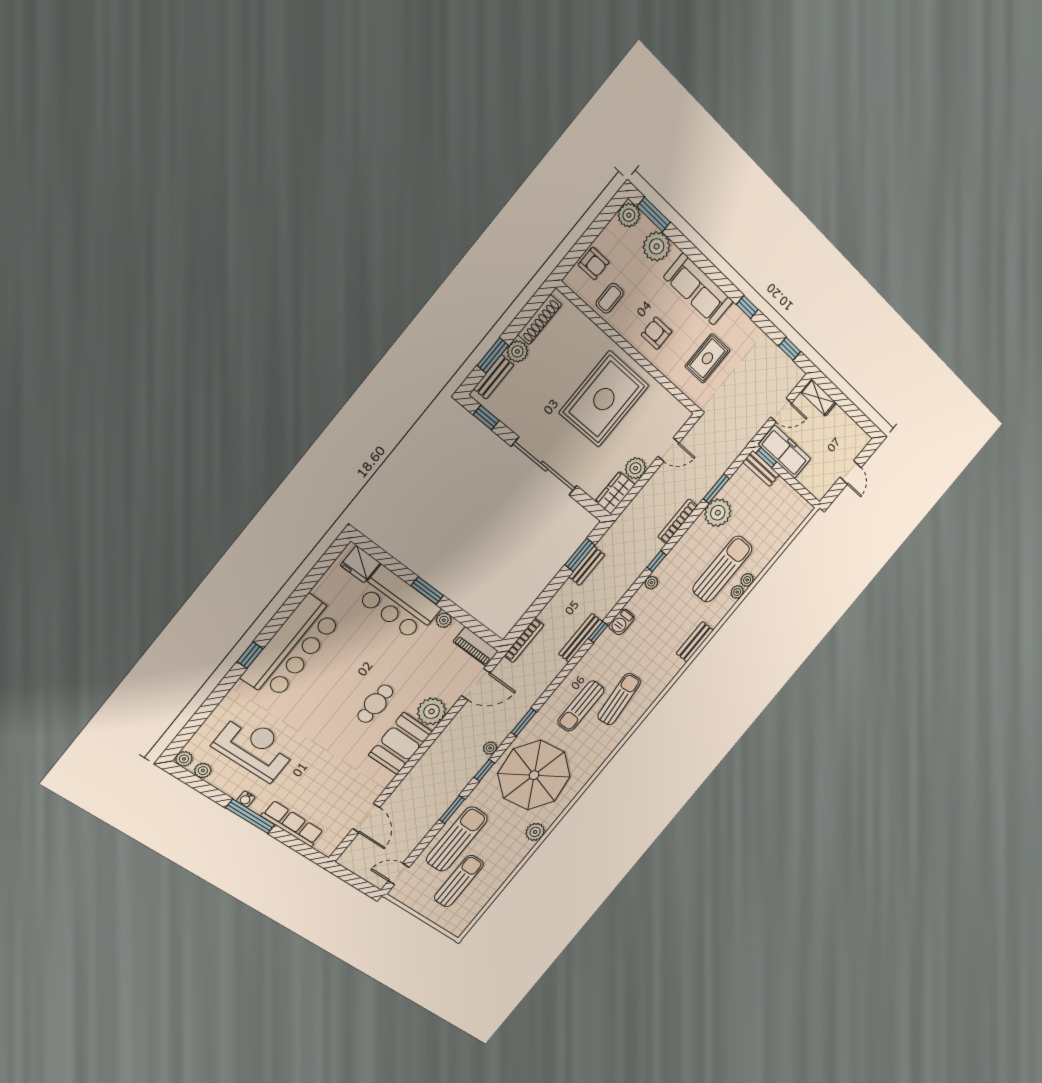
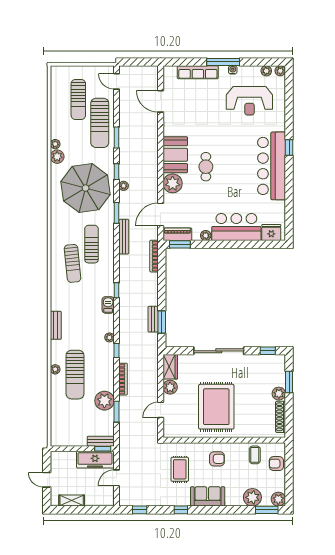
sofa: (698, 289) -> (208, 496), width x0.73
bench: (494, 377) -> (280, 373), removed
shelving: (818, 397) -> (72, 501), moved
plant: (747, 580) -> (55, 144), moved
window: (427, 591) -> (180, 244), moved
bench: (580, 638) -> (124, 237), moved
door: (399, 874) -> (117, 81), swing flipped

